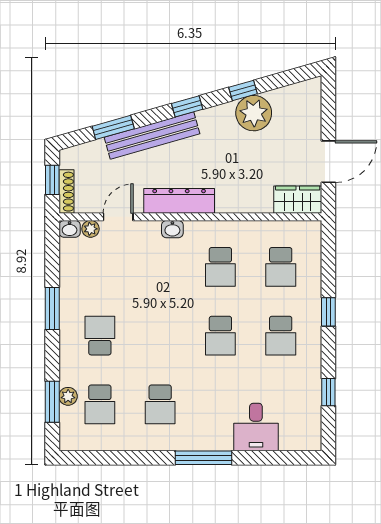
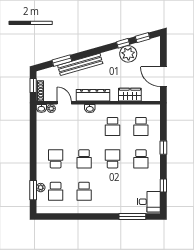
window: (187, 106) -> (143, 38), moved
door: (328, 162) -> (163, 77), swing flipped
wardrobe: (298, 200) -> (130, 95), moved
door: (118, 217) -> (64, 103), hinge flipped
window: (52, 308) -> (33, 146), removed
school desk: (160, 336) -> (84, 159), added
school desk: (220, 336) -> (113, 159), turned 180
desk: (256, 427) -> (149, 202), moved, turned -90
window: (204, 458) -> (132, 217), moved

